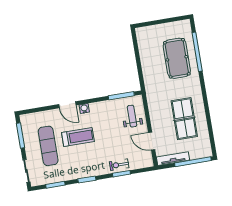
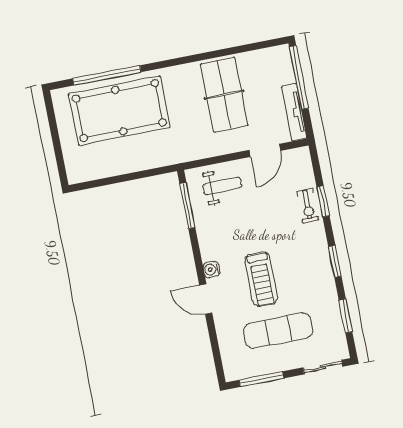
pool table: (177, 58) -> (119, 111), width x1.36, depth x1.32
door: (67, 105) -> (206, 299), swing flipped
weight bench: (132, 116) -> (222, 186), turned 180
table tennis table: (184, 119) -> (224, 95), turned 90
treadmill: (78, 137) -> (261, 279), turned 180

